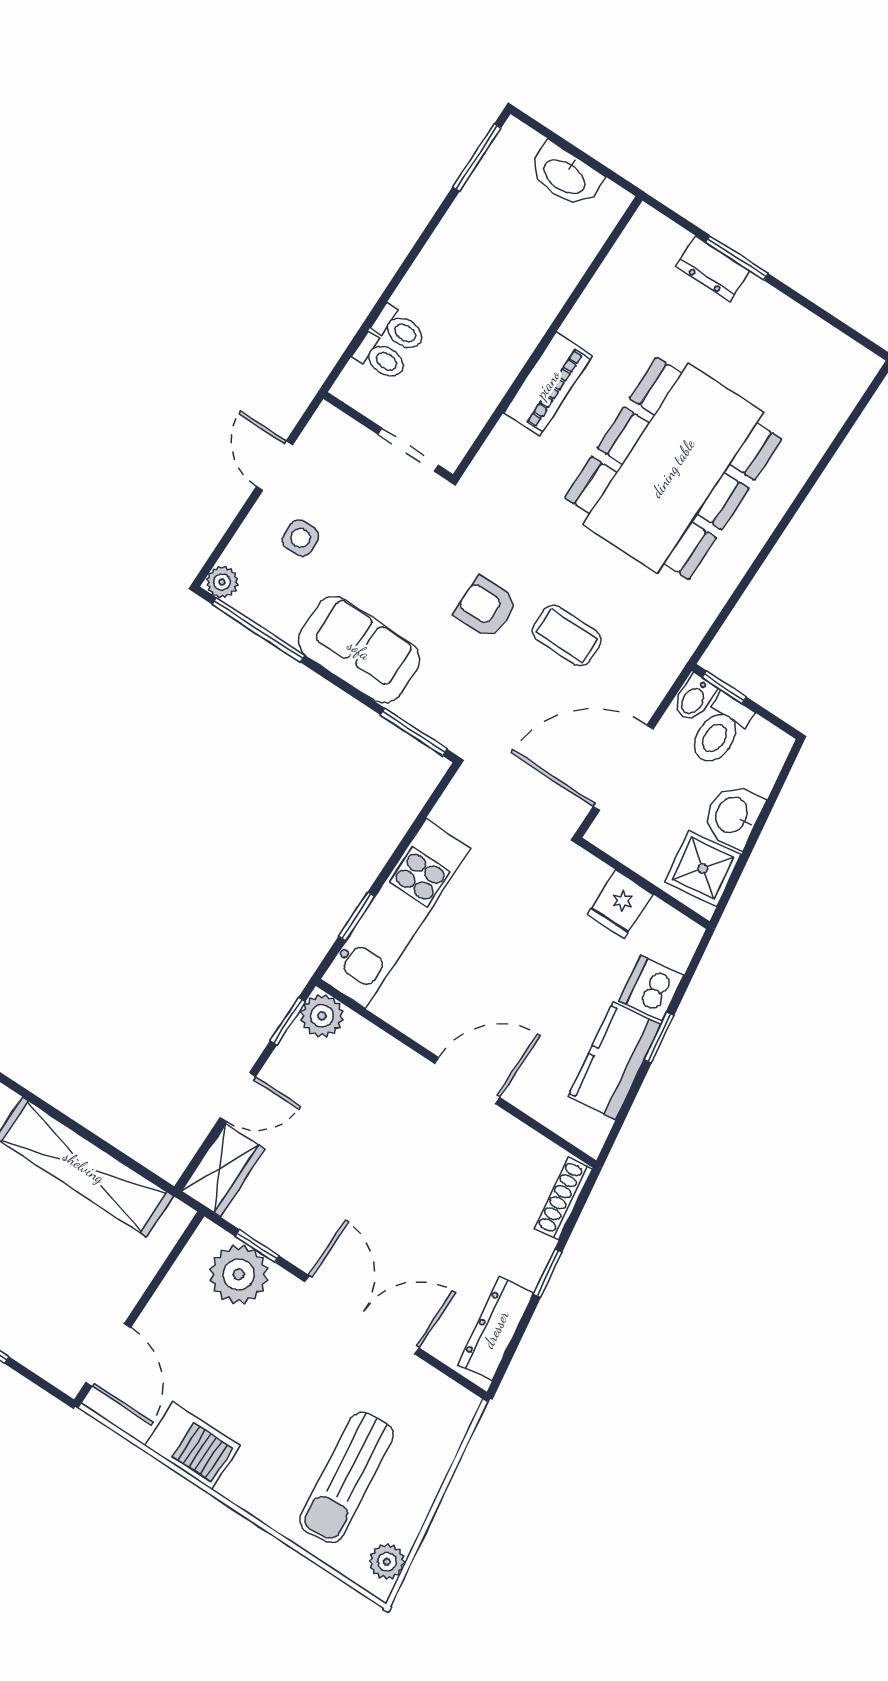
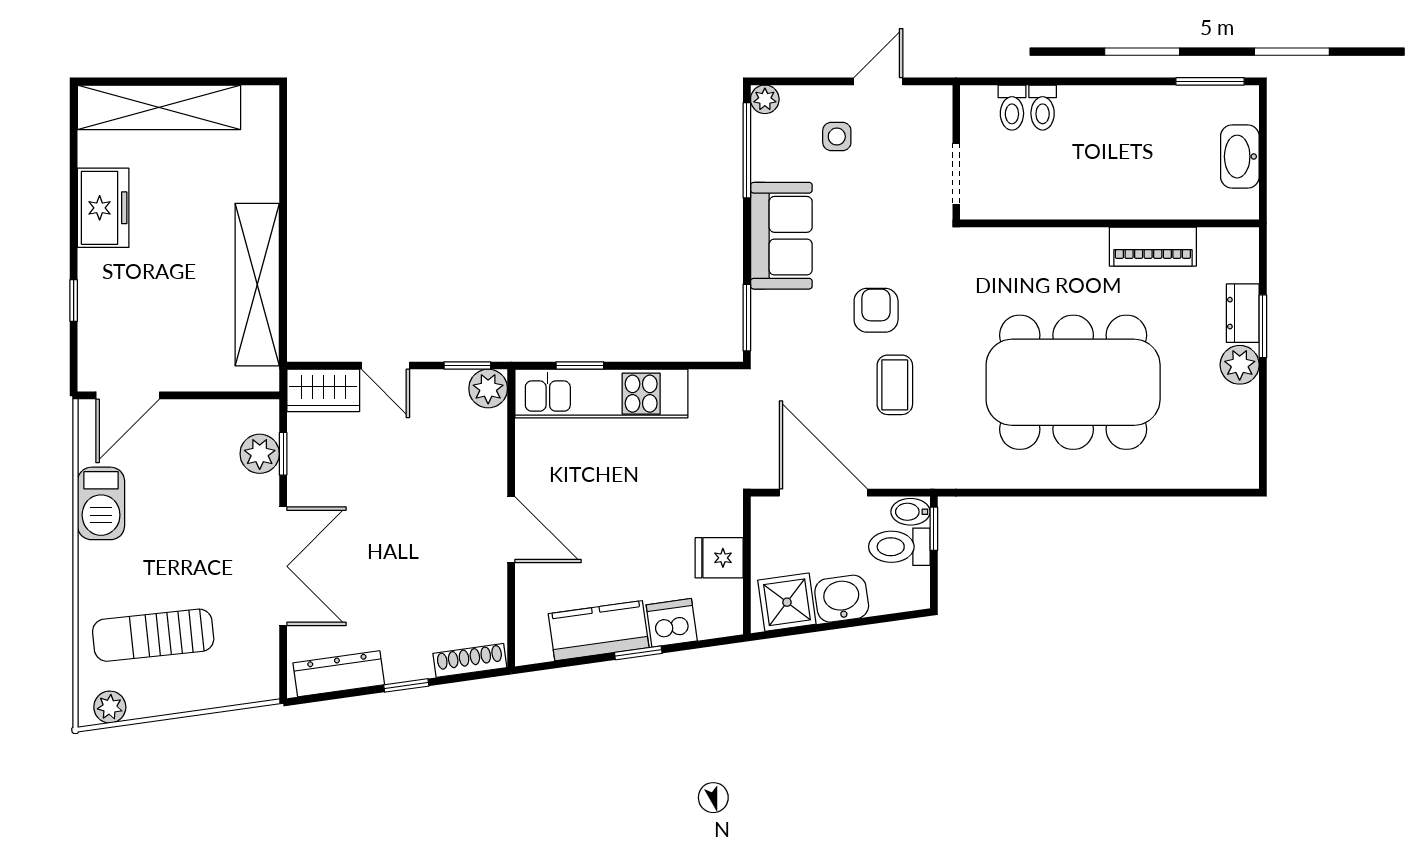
plant: (759, 303) -> (1240, 365), added
piano: (548, 384) -> (1153, 247), moved
plant: (239, 1274) -> (260, 454), width x0.73, depth x0.73

